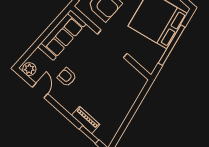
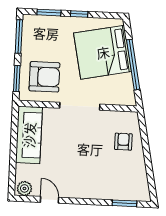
armchair: (67, 77) -> (123, 142), moved, turned 90
piano: (86, 120) -> (111, 193), removed

